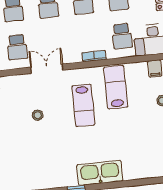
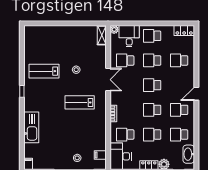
lab bench: (116, 87) -> (44, 71), moved, turned 180
kitchen sink: (100, 173) -> (31, 127), moved

